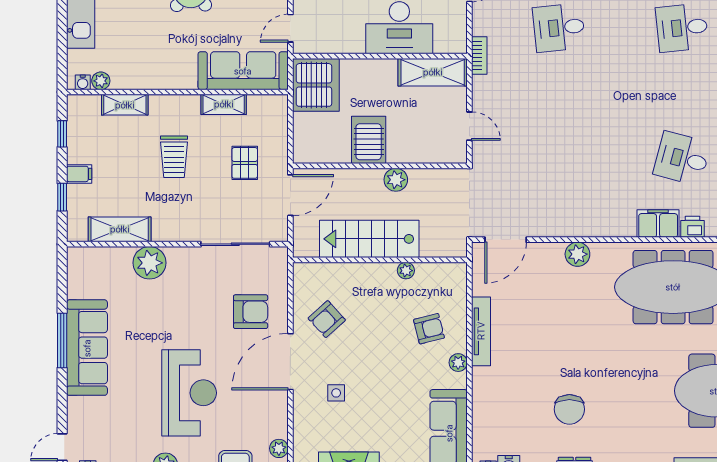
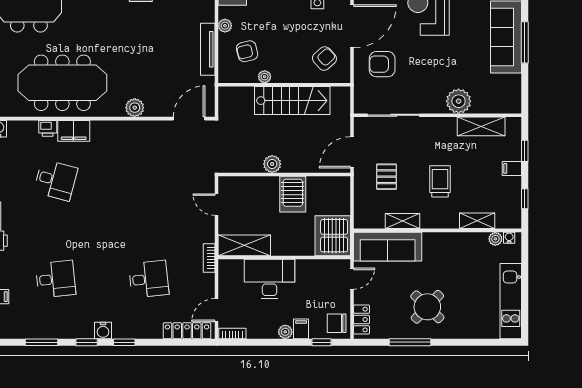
stairs: (369, 239) -> (292, 101), moved
wall: (380, 260) -> (284, 85), moved
plant: (406, 271) -> (265, 77), moved

